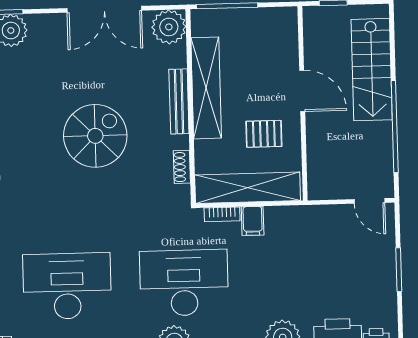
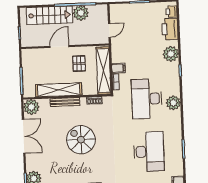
plant: (376, 139) -> (81, 13), added
door: (369, 201) -> (109, 30), moved
desk: (67, 286) -> (149, 152), turned 180

